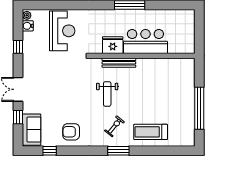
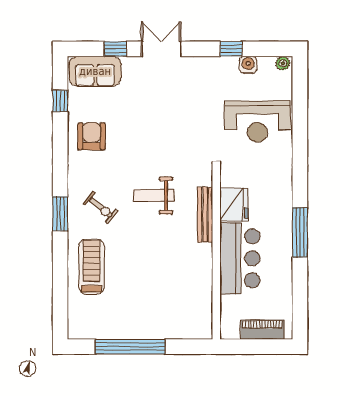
water cooler: (28, 26) -> (248, 65), moved
piano: (189, 28) -> (262, 330), added

